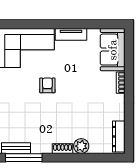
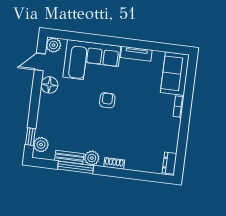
dresser: (119, 136) -> (170, 163), width x0.70
plant: (81, 146) -> (92, 158), moved

